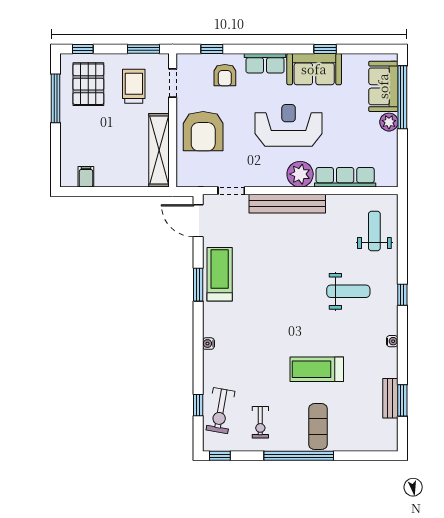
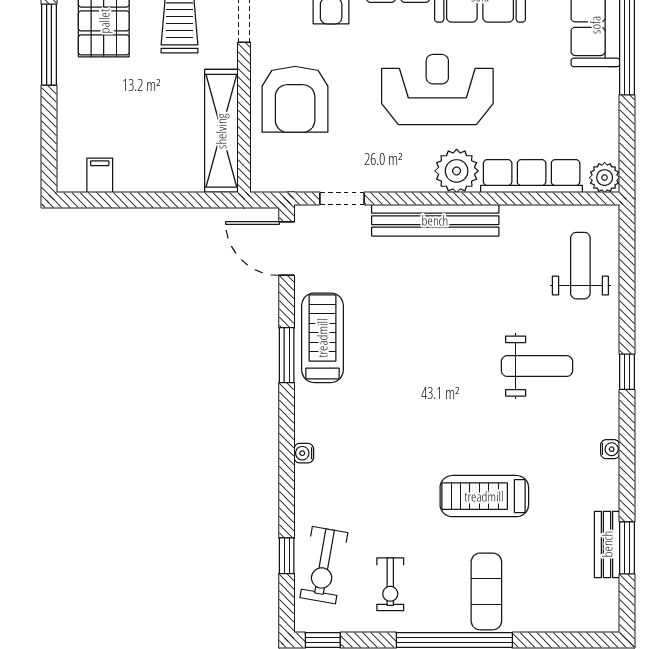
plant: (389, 122) -> (605, 178), moved

